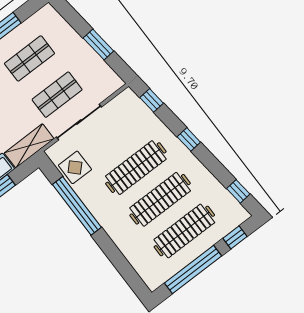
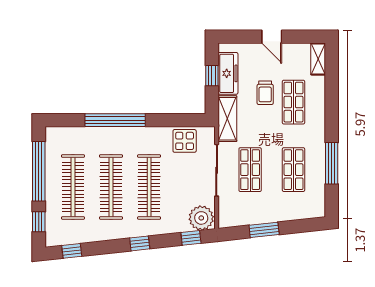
plant: (128, 104) -> (201, 218), added
window: (77, 206) -> (115, 120), moved

